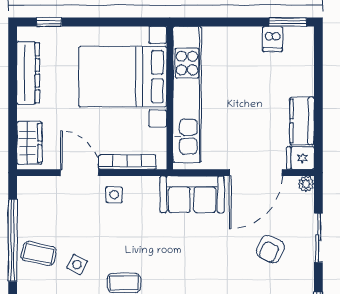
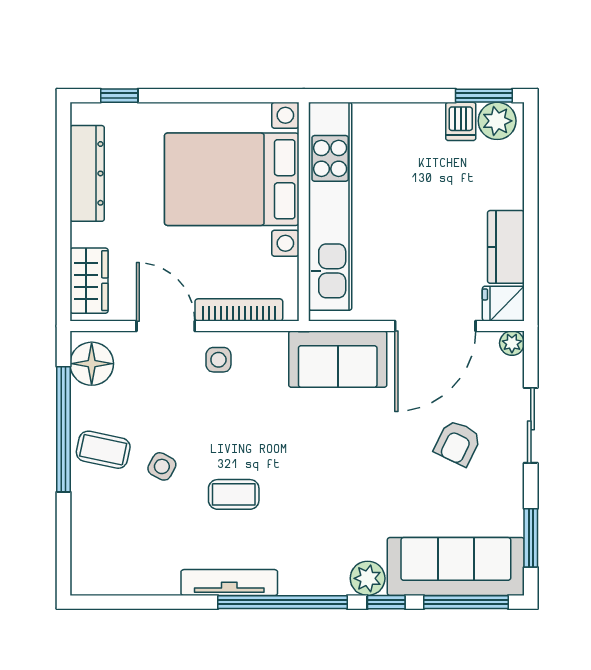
plant: (296, 39) -> (497, 121), added
floor lamp: (31, 197) -> (92, 364), added

